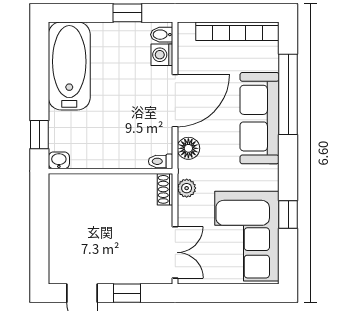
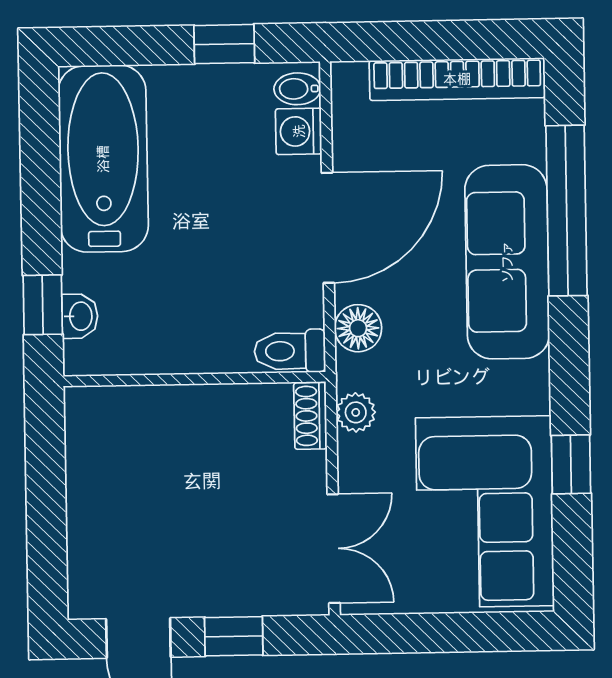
washbasin: (59, 160) -> (80, 316), moved, turned 90
toilet: (161, 161) -> (290, 351), width x1.37, depth x1.39

